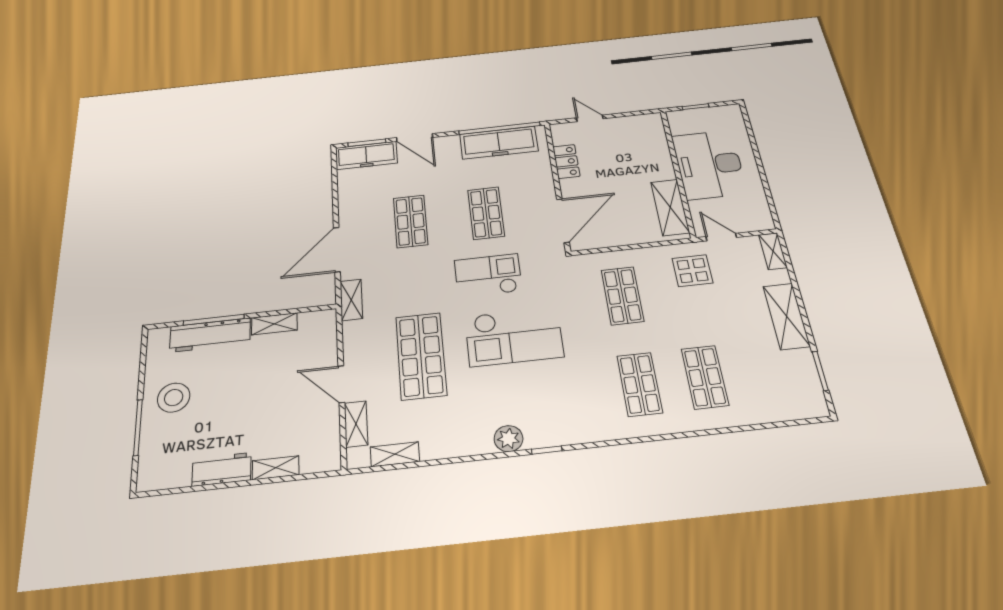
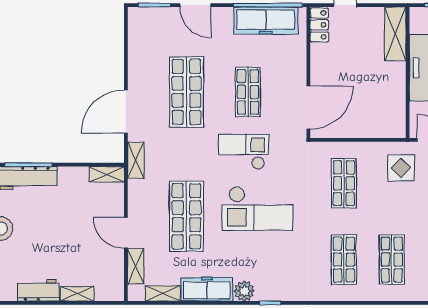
freezer: (366, 155) -> (207, 289), moved, turned 180
locker: (566, 161) -> (319, 25), moved
shelving: (670, 207) -> (395, 34), moved
shop shelf: (411, 221) -> (186, 92), width x1.43, depth x1.36
shelving: (274, 324) -> (107, 174), moved

